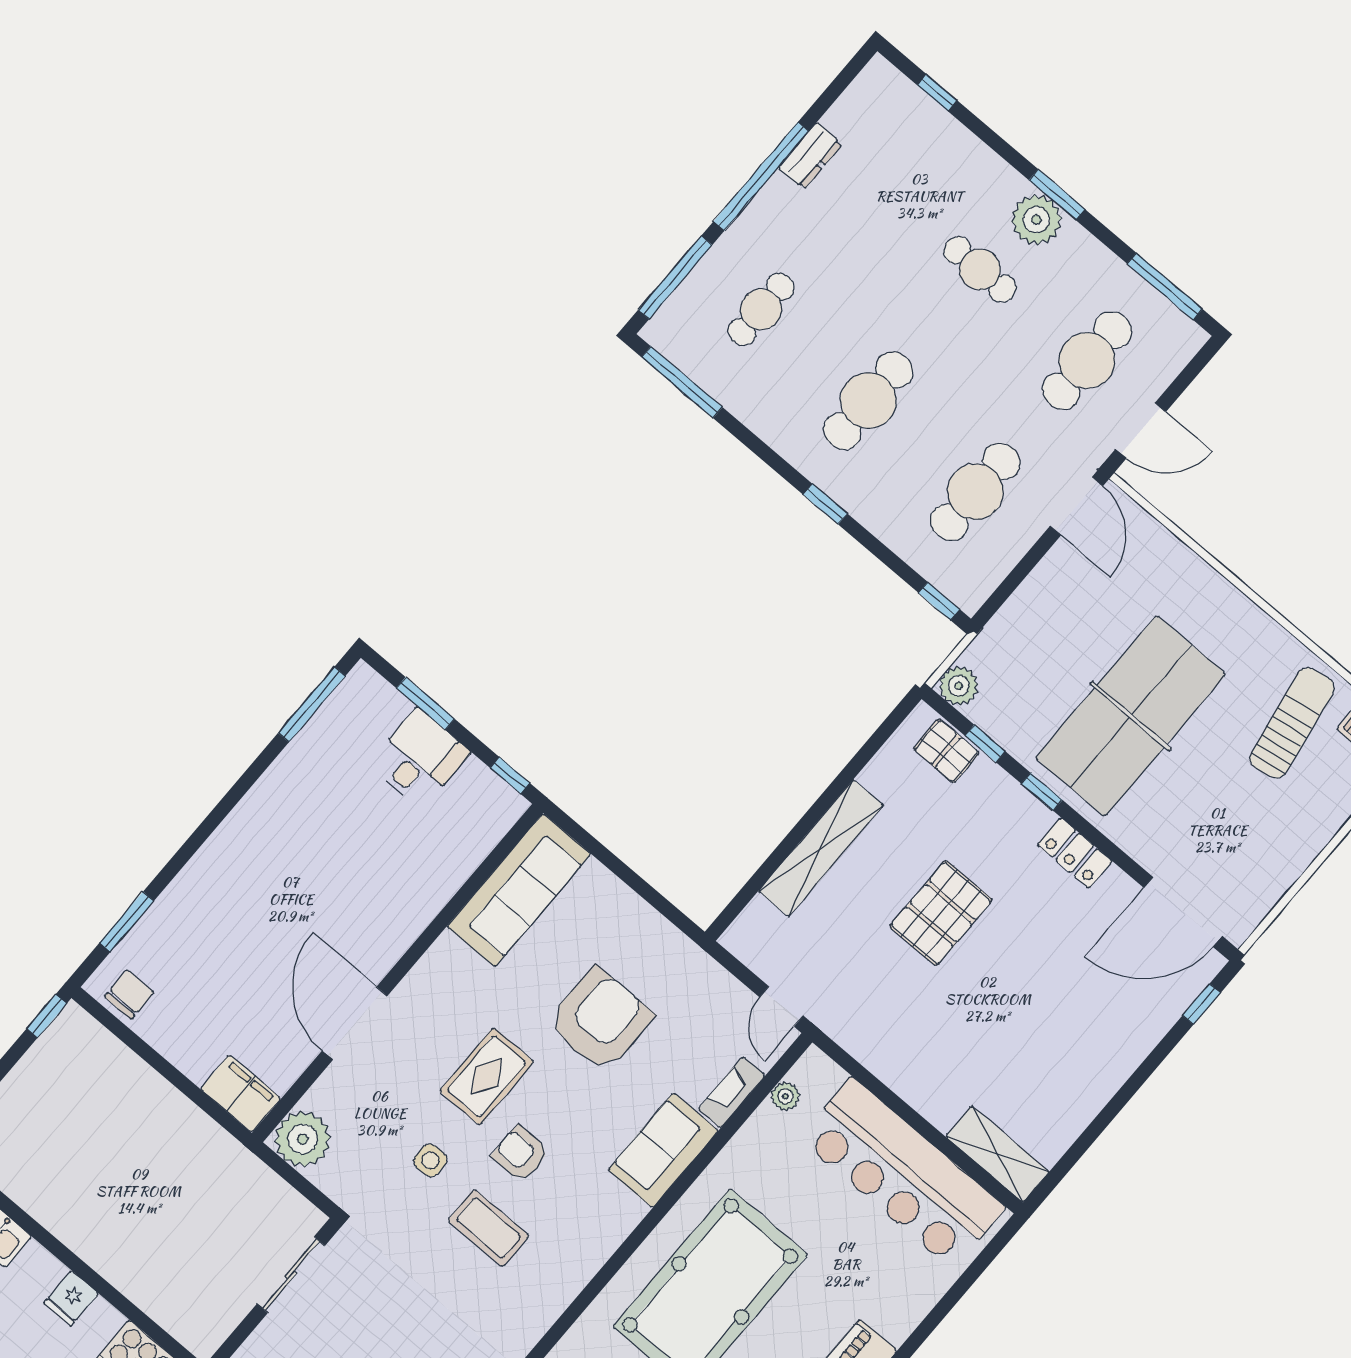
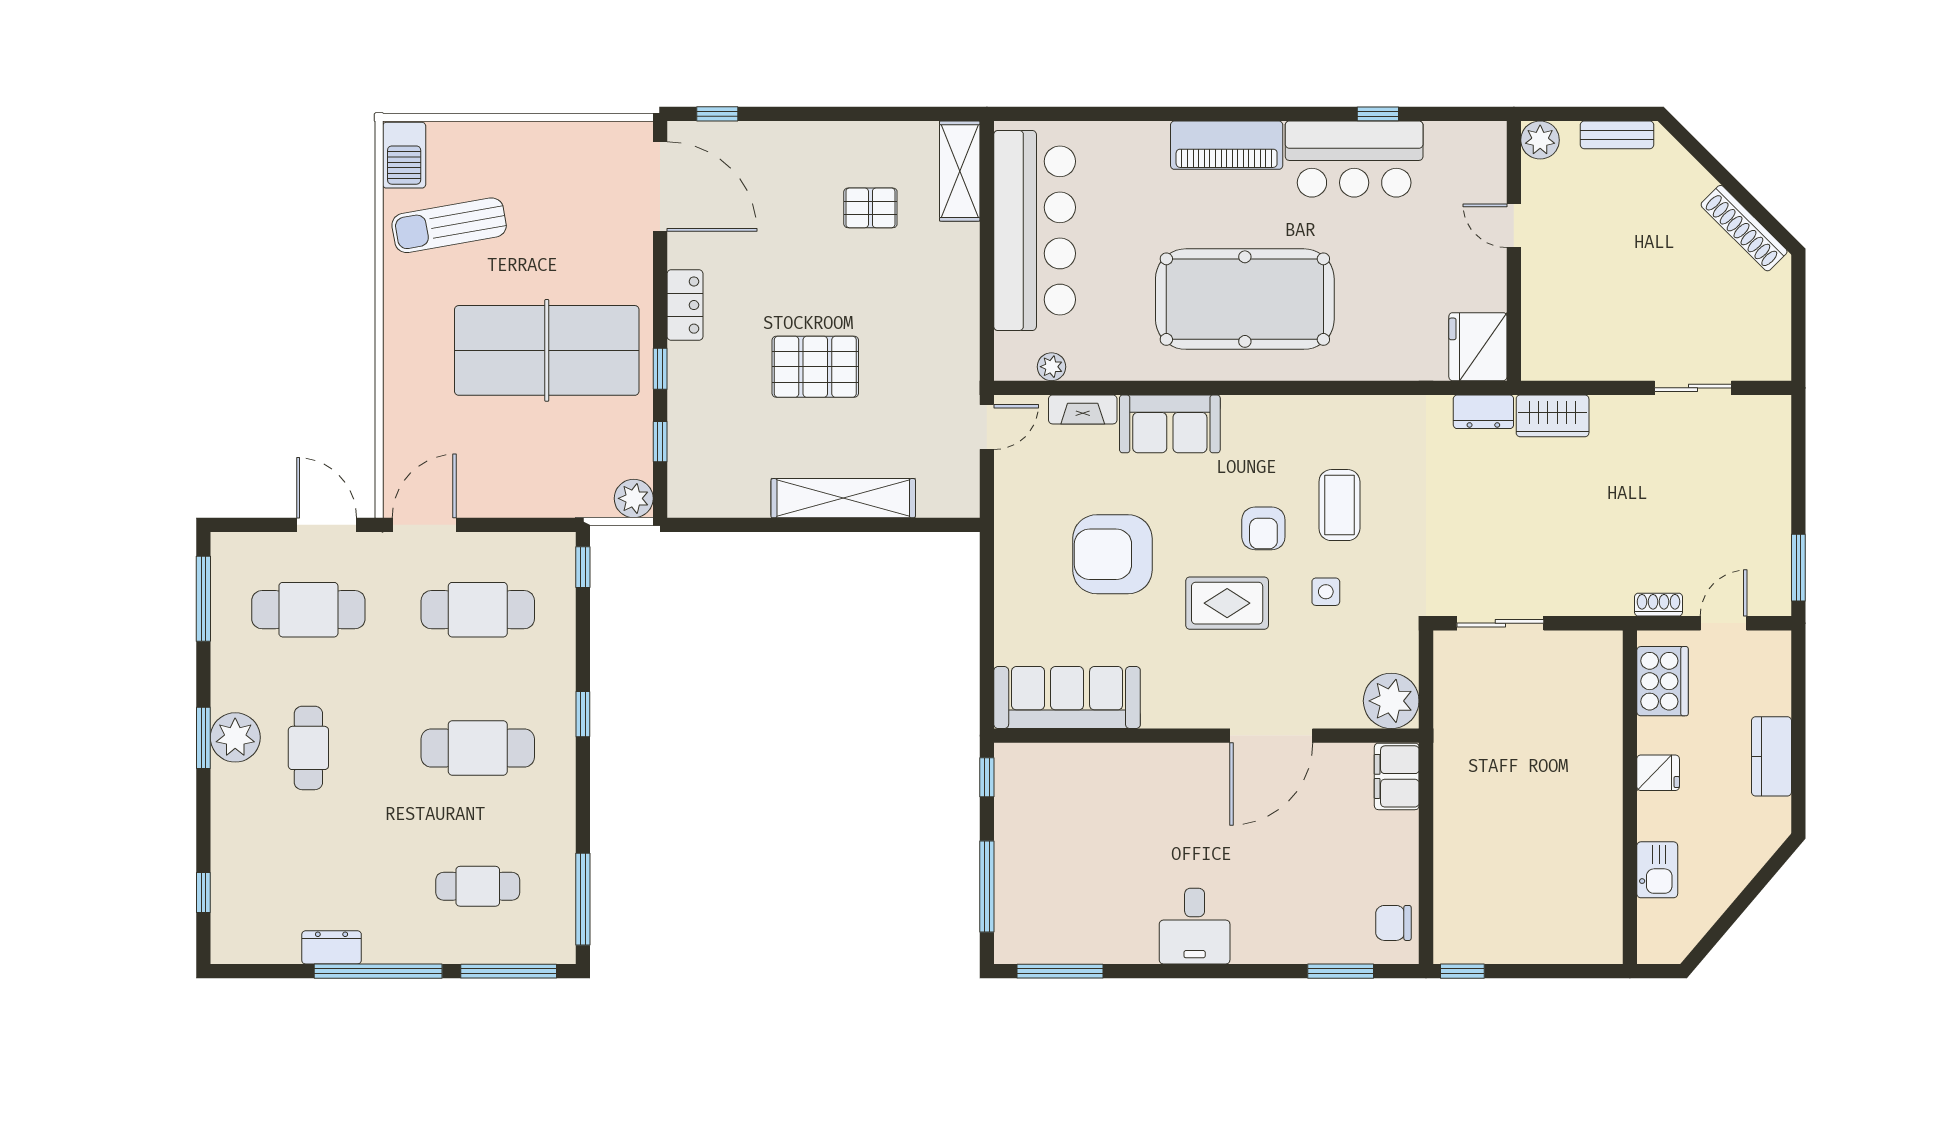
window: (425, 703) -> (987, 887), width x1.44
pallet: (946, 751) -> (870, 208), moved, turned 90
desk: (419, 758) -> (1195, 926), moved, turned -90

